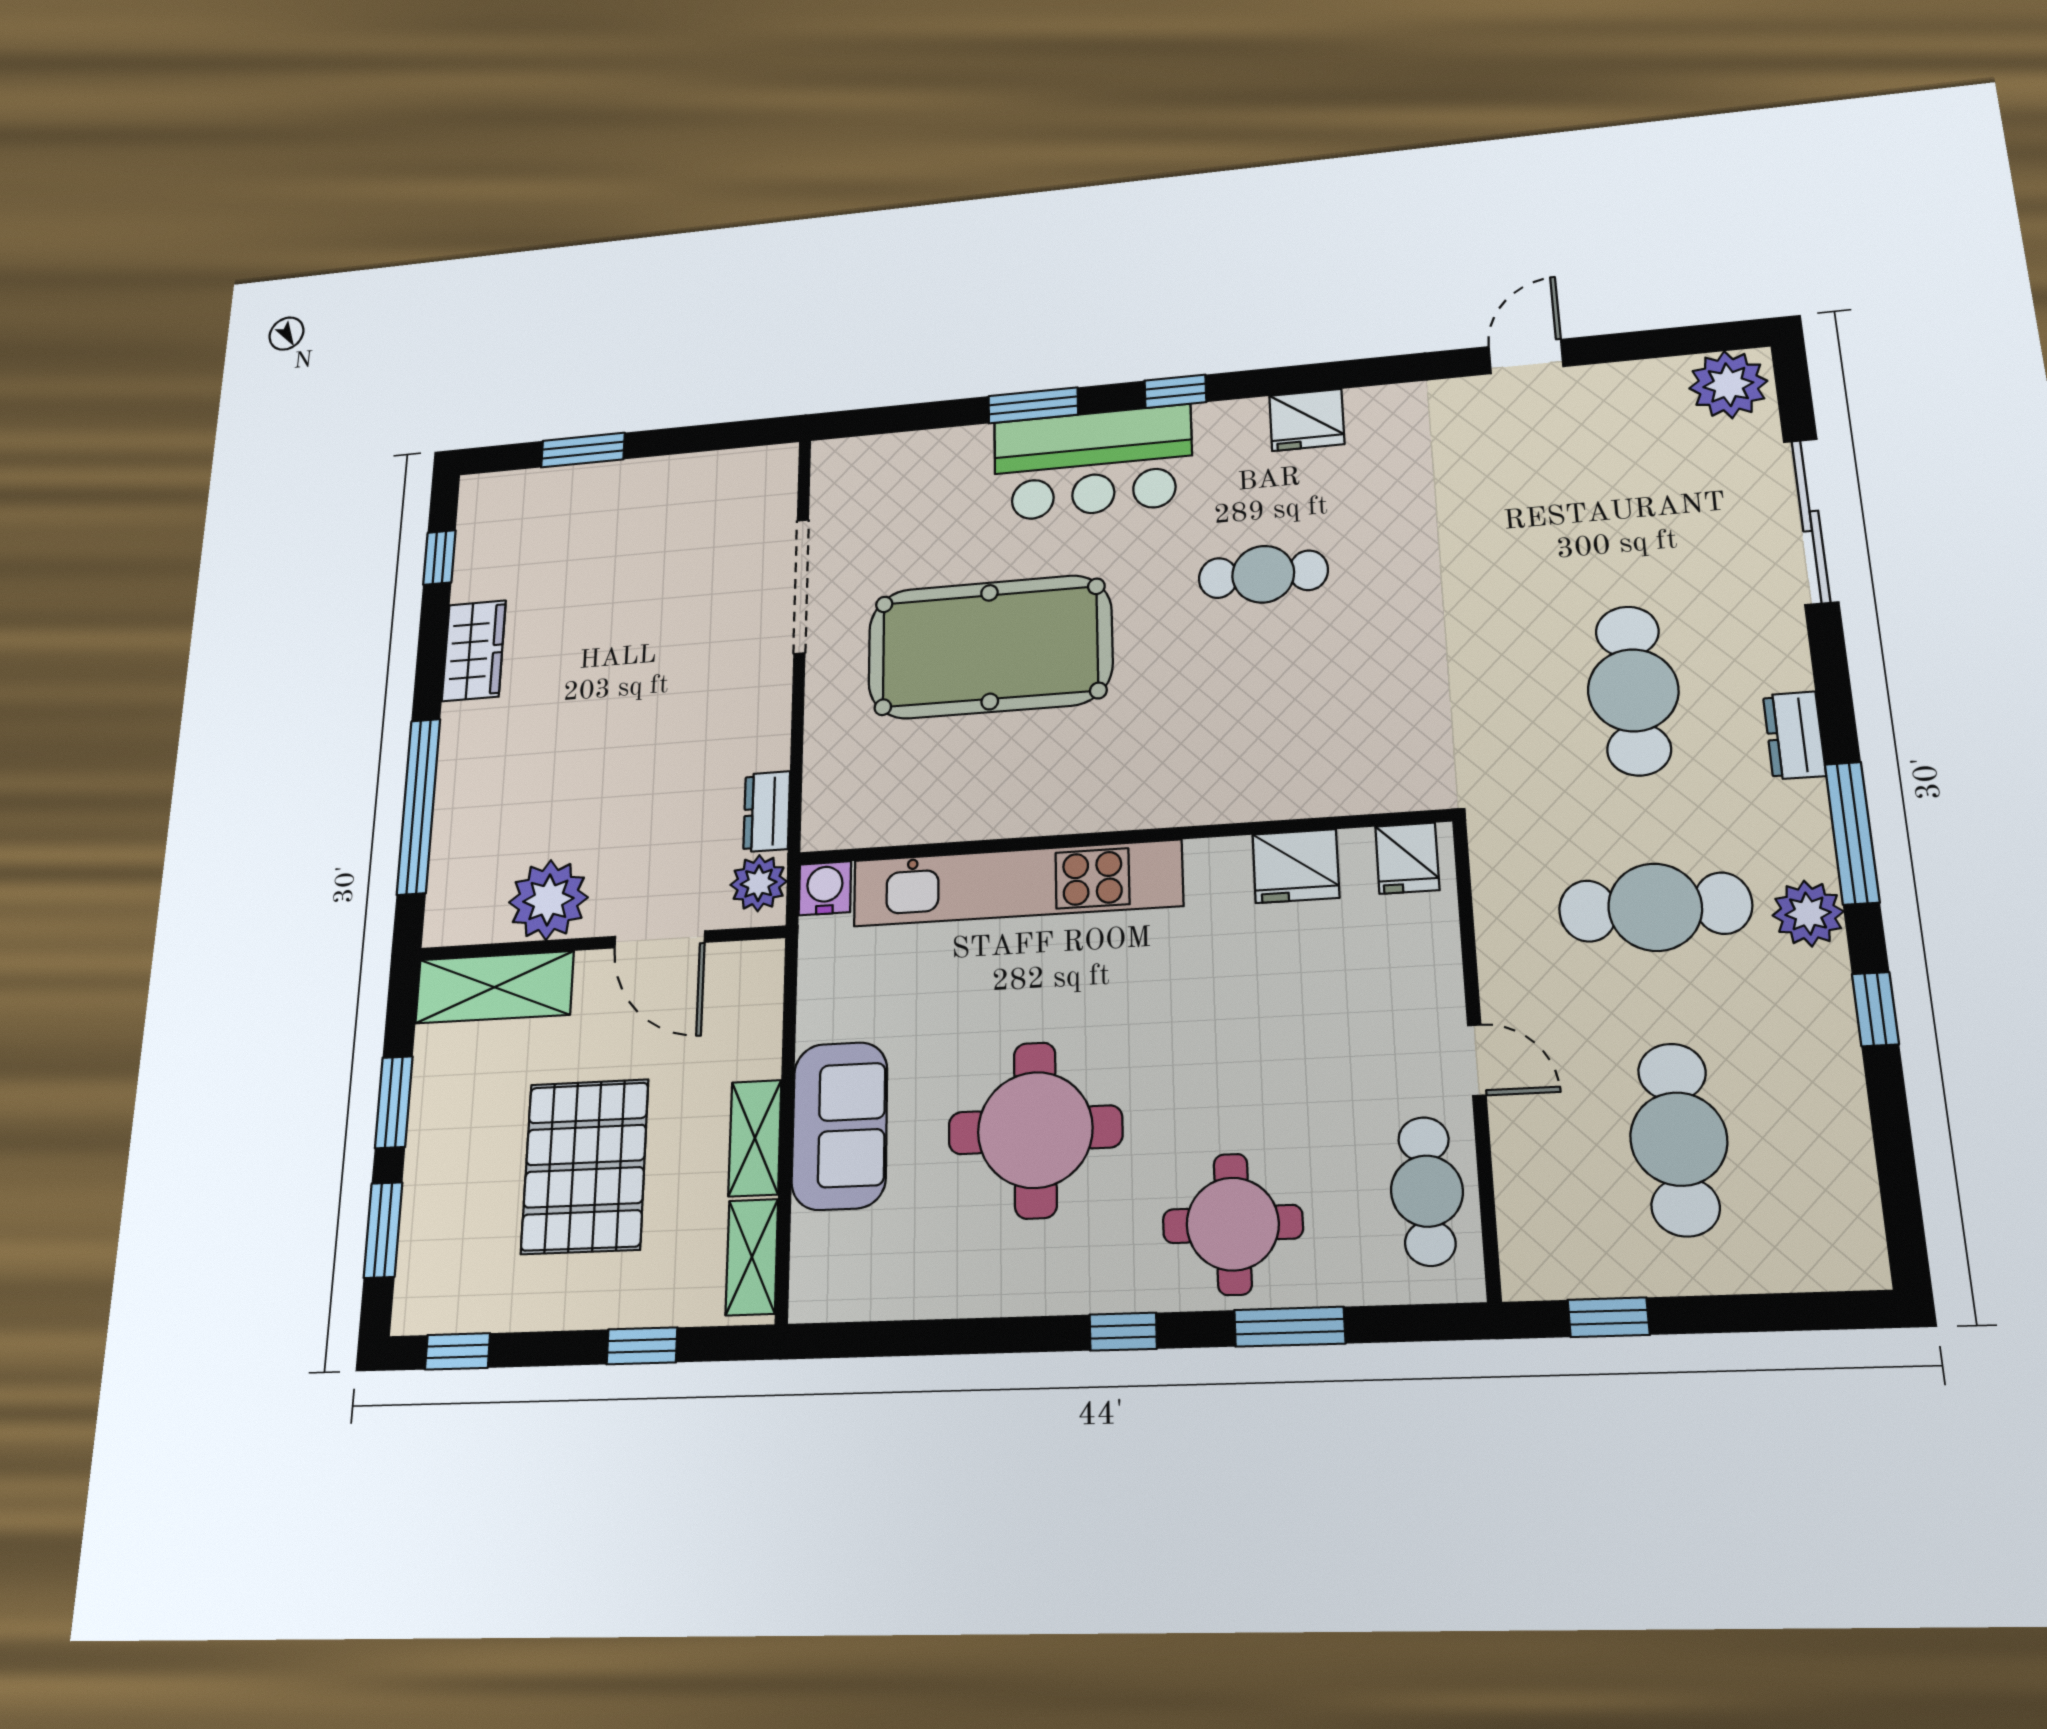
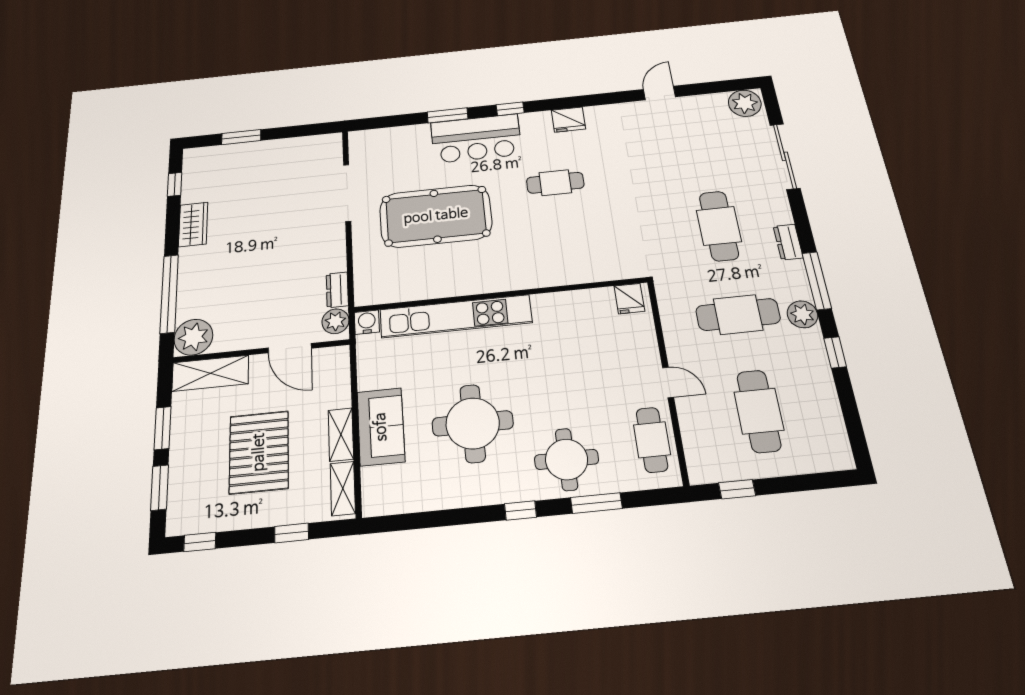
fridge: (1296, 866) -> (581, 304), removed
plant: (548, 900) -> (193, 337), moved

